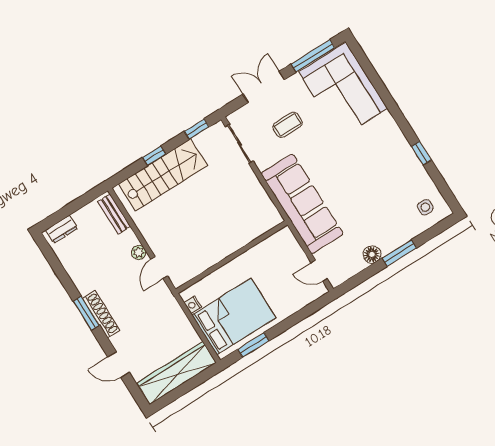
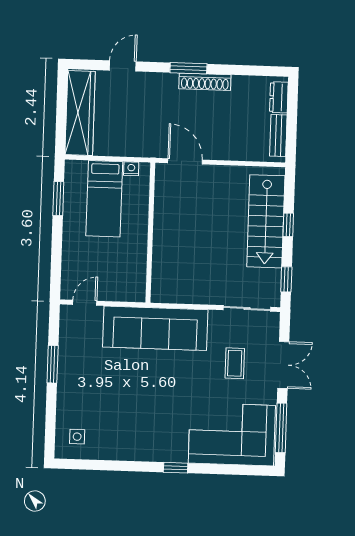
window: (421, 153) -> (176, 468), moved
bench: (114, 214) -> (278, 135), moved, turned 90
plant: (139, 252) -> (211, 152), removed
window: (399, 253) -> (53, 364), moved
floor lamp: (372, 254) -> (67, 360), removed
door: (159, 268) -> (185, 161), width x1.38
shoe rack: (101, 314) -> (205, 82), moved
bed: (234, 316) -> (104, 199), width x0.67

